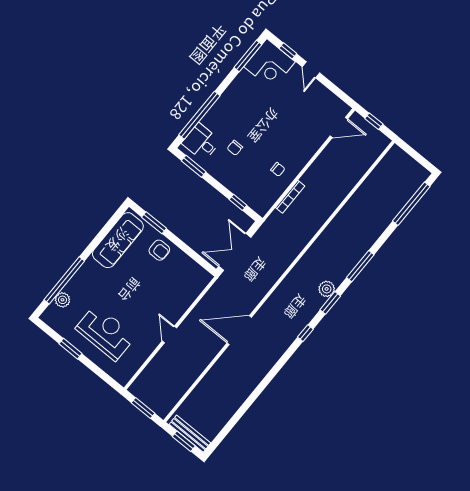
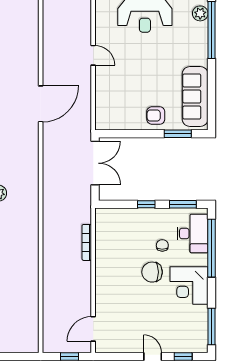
corner desk: (270, 64) -> (189, 285), moved, turned -90
desk: (201, 142) -> (193, 234), width x1.37
chair: (278, 169) -> (152, 272), moved, width x1.87, depth x1.87
window: (238, 202) -> (146, 204), moved

